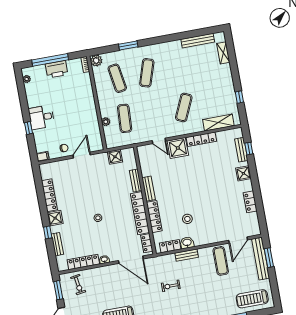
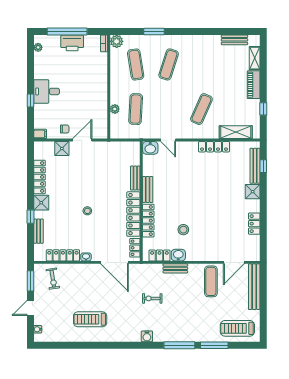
bench: (198, 41) -> (234, 40), width x0.73
piano: (227, 77) -> (254, 85), added
shower: (178, 148) -> (187, 151), removed
bench: (241, 150) -> (255, 166), width x1.36
washbasin: (144, 151) -> (150, 148), added
shower: (115, 157) -> (62, 149), moved
window: (269, 258) -> (263, 287), removed

